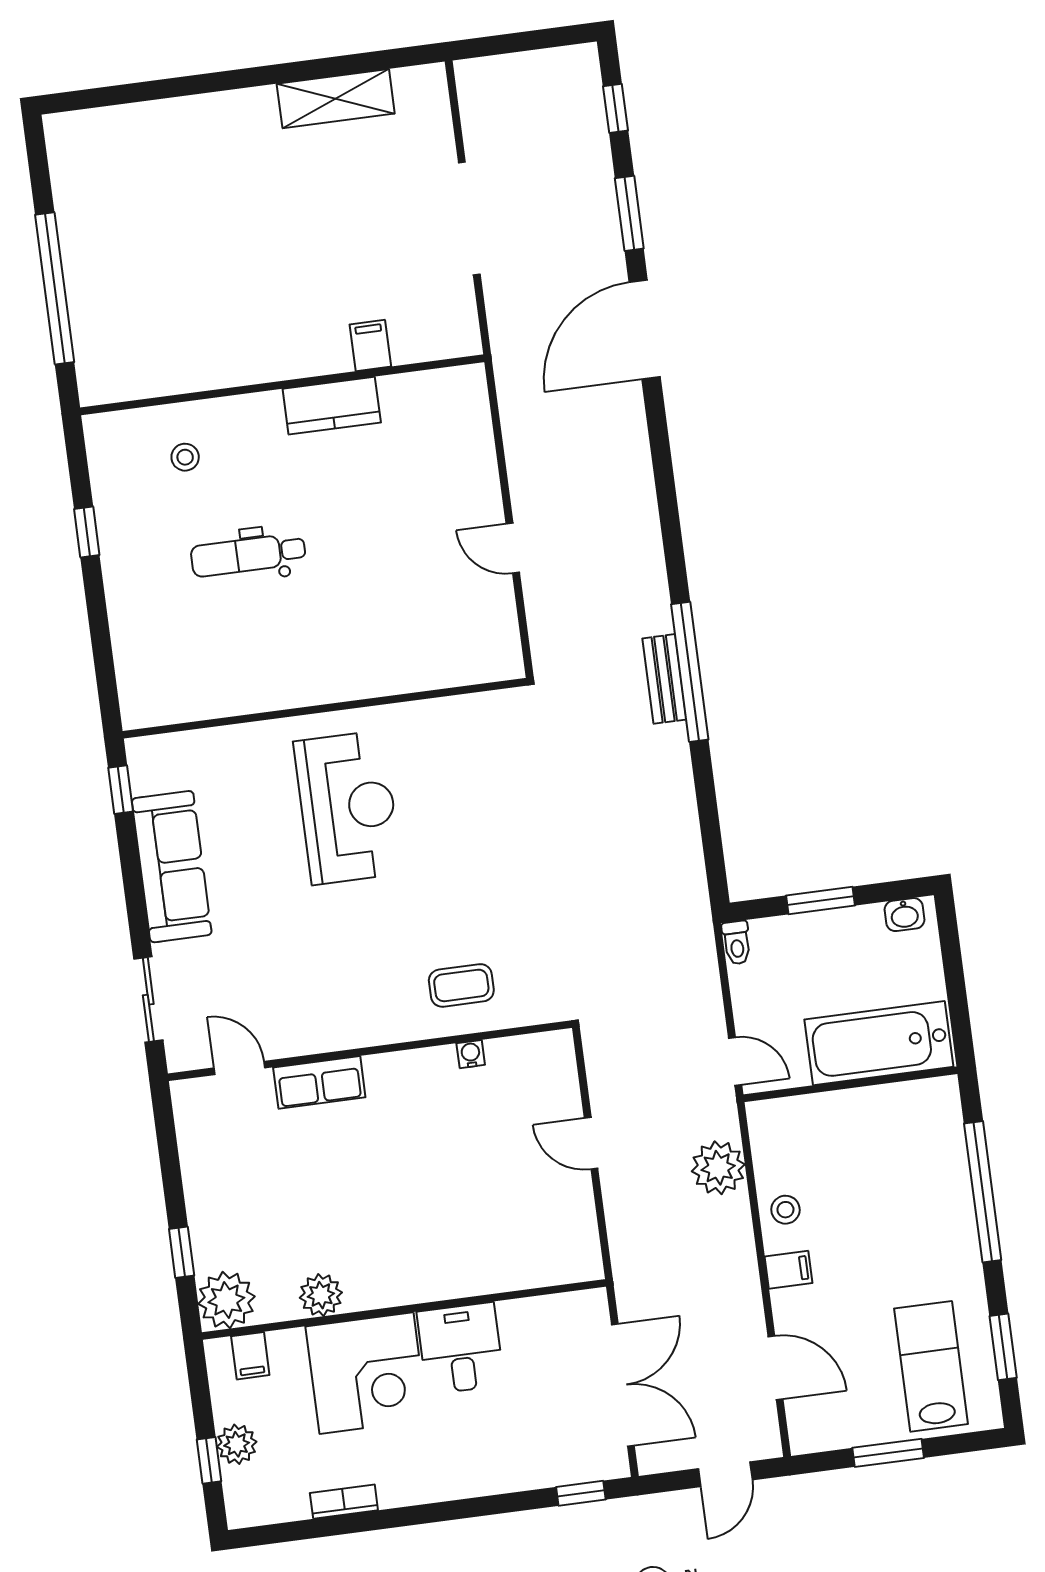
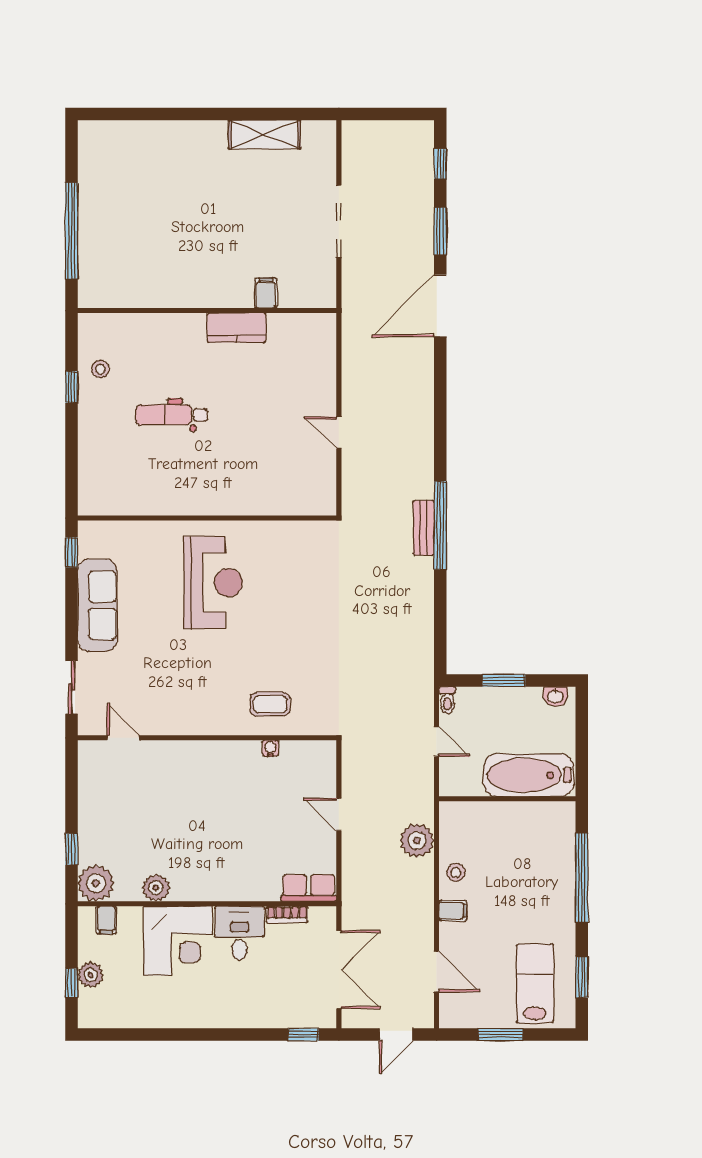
stool: (185, 457) -> (100, 369), moved
door: (735, 1061) -> (437, 741), moved
row of seats: (319, 1082) -> (309, 888), moved, turned 180
bookcase: (344, 1502) -> (287, 915), moved, turned 180

